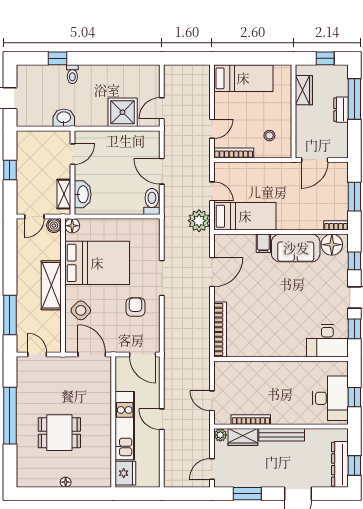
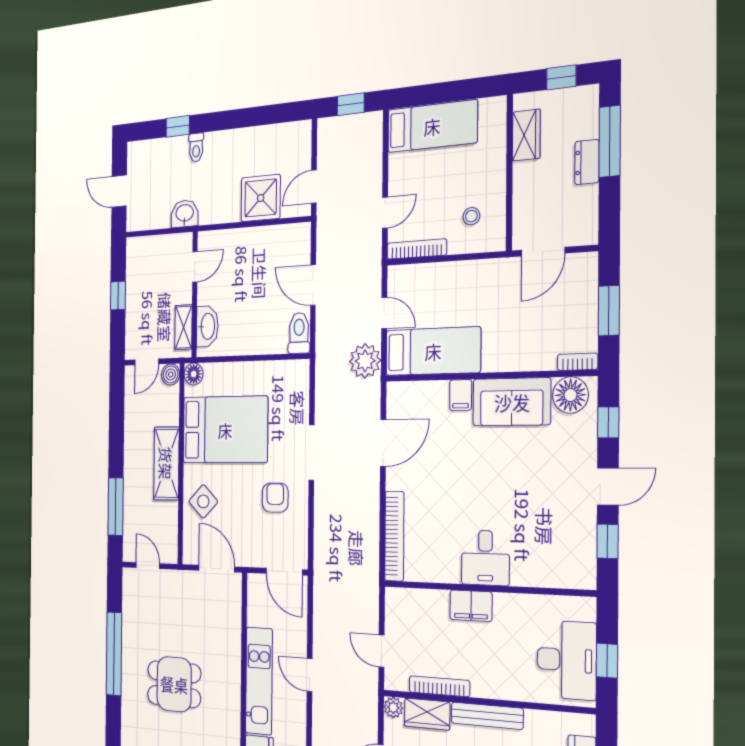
window: (187, 58) -> (351, 104), added
desk: (327, 341) -> (485, 558), moved, width x0.73
filing cabinet: (271, 370) -> (471, 606), added

